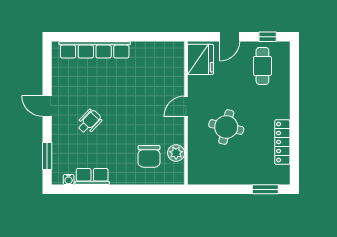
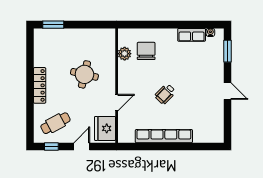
row of seats: (95, 50) -> (164, 136), moved
cafe table: (262, 66) -> (55, 123), turned 62
door: (186, 107) -> (117, 103), moved
wheelchair: (89, 122) -> (165, 94), moved
locker: (282, 142) -> (40, 85), moved

